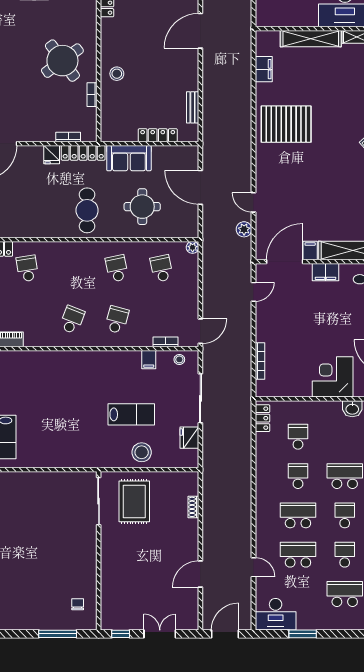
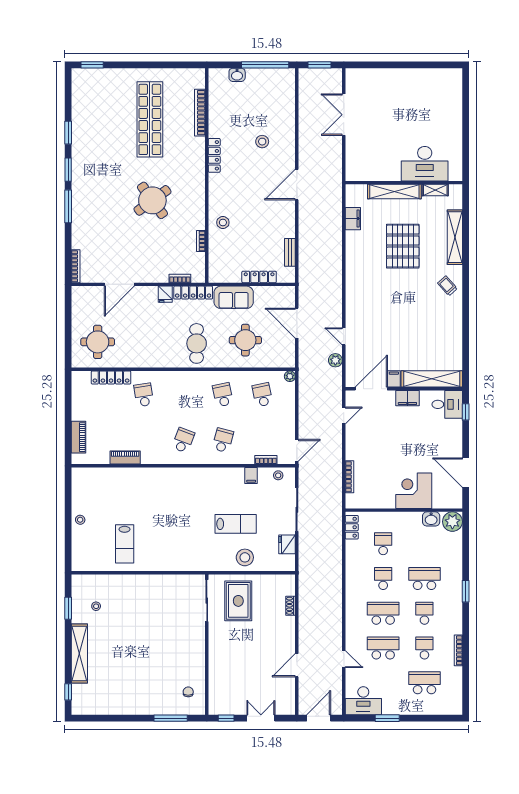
round table: (62, 61) -> (152, 200), moved
pallet: (286, 124) -> (403, 246), moved, turned 90

